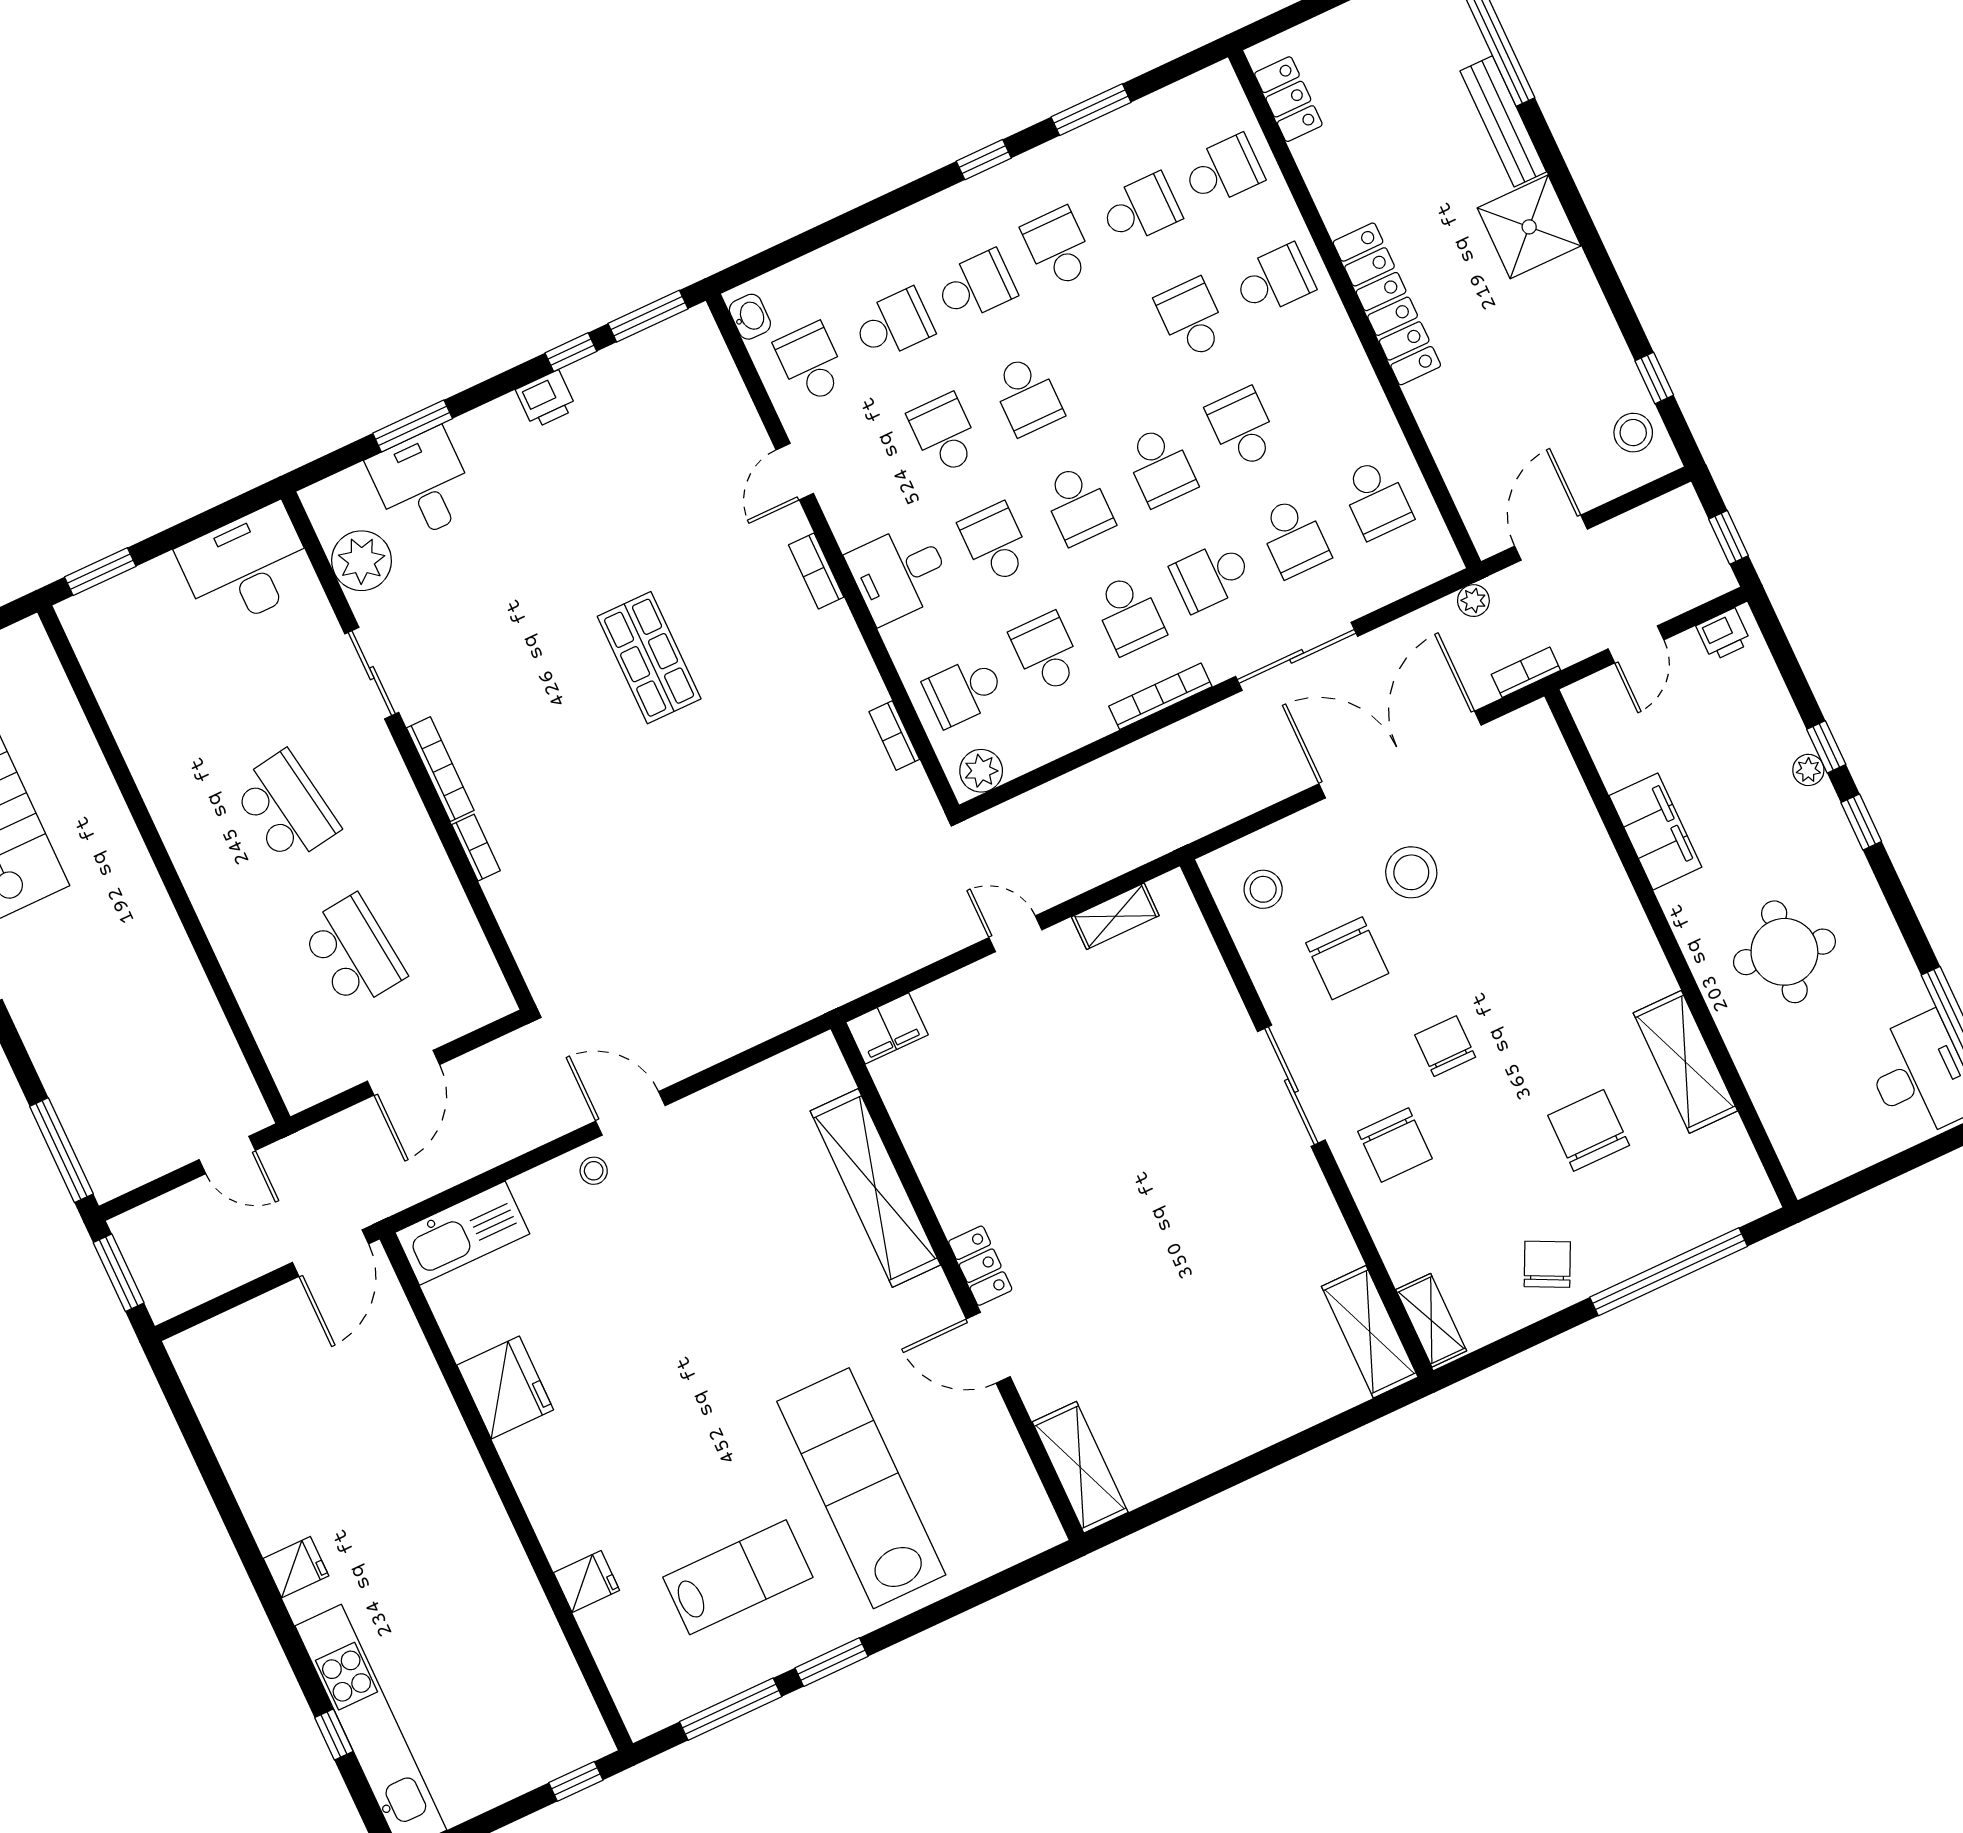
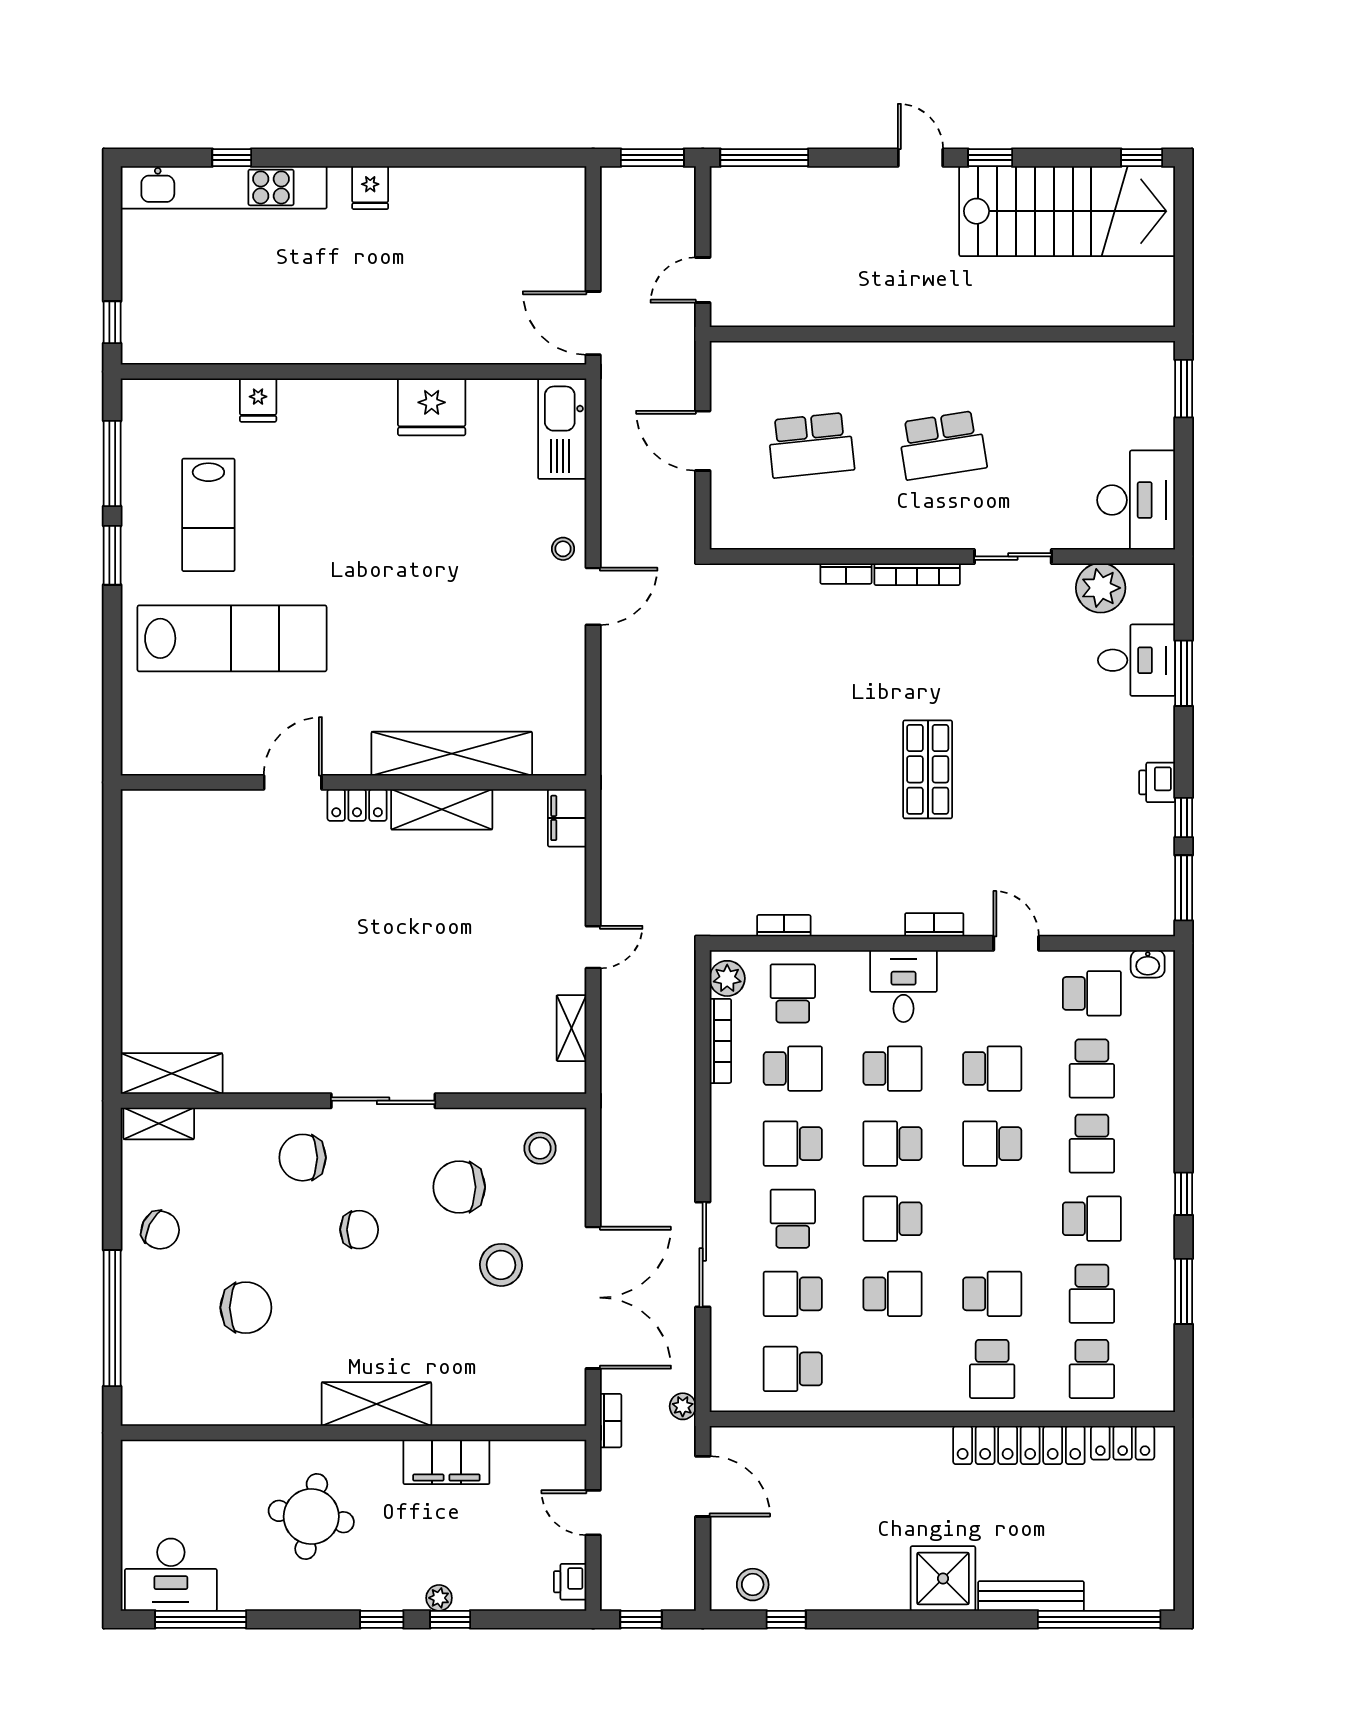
locker: (1387, 304) -> (1019, 1445), moved
shop shelf: (649, 658) -> (928, 769), turned 90
bookcase: (1160, 696) -> (720, 1041), moved
shelving: (1685, 1062) -> (376, 1404), moved
shelving: (1080, 1467) -> (442, 809), moved

